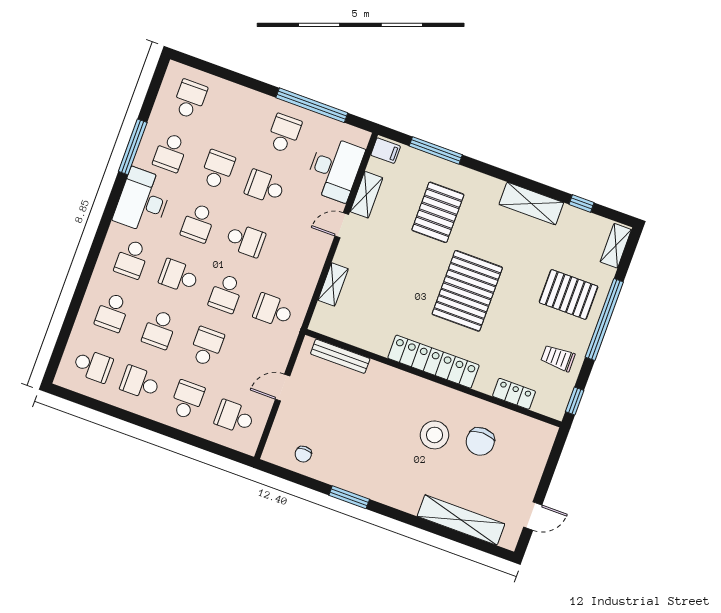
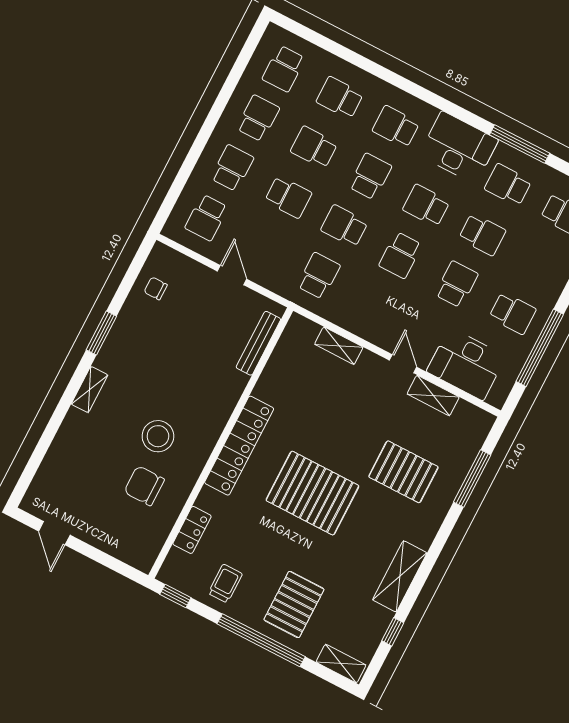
filing cabinet: (386, 151) -> (479, 423), removed
school desk: (187, 400) -> (232, 168), turned -90
school desk: (234, 417) -> (206, 218), turned 180
shelving: (461, 520) -> (90, 390), moved, width x0.45, depth x0.75

